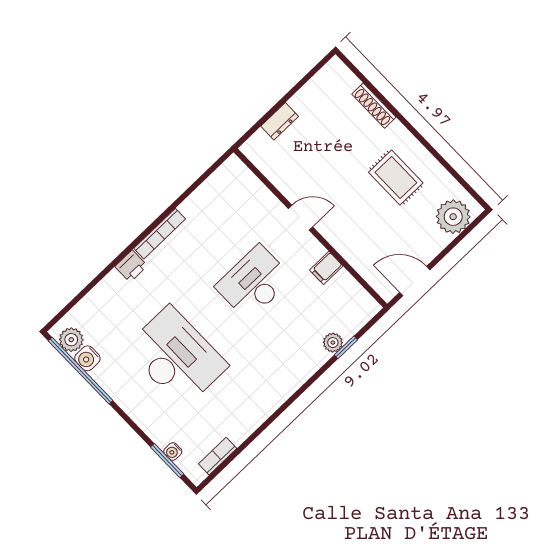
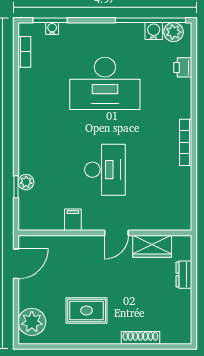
wardrobe: (282, 174) -> (152, 246), added
printer: (131, 266) -> (183, 67), moved

